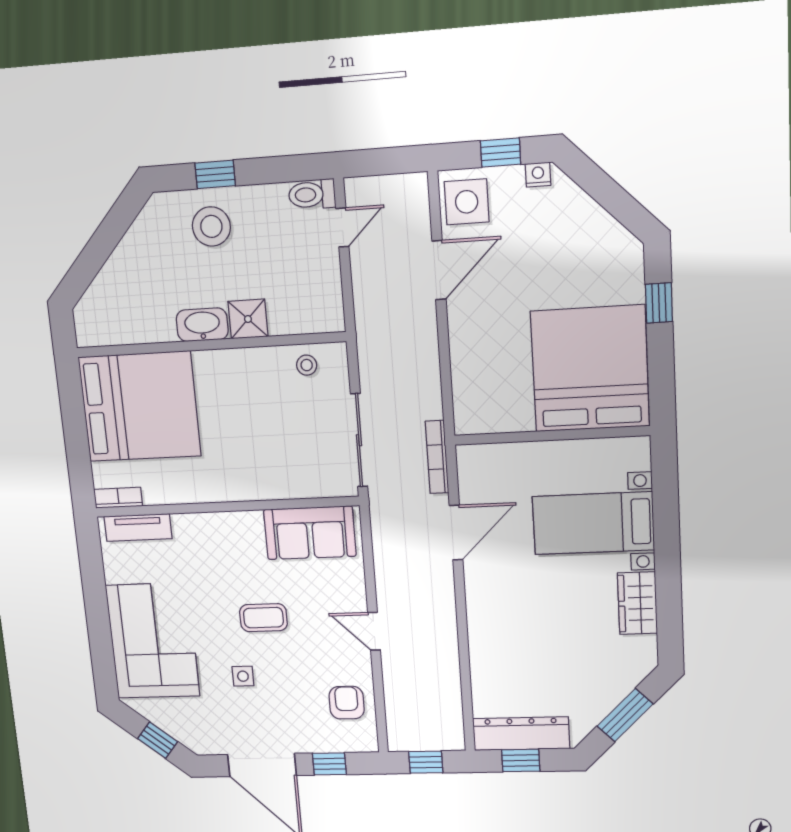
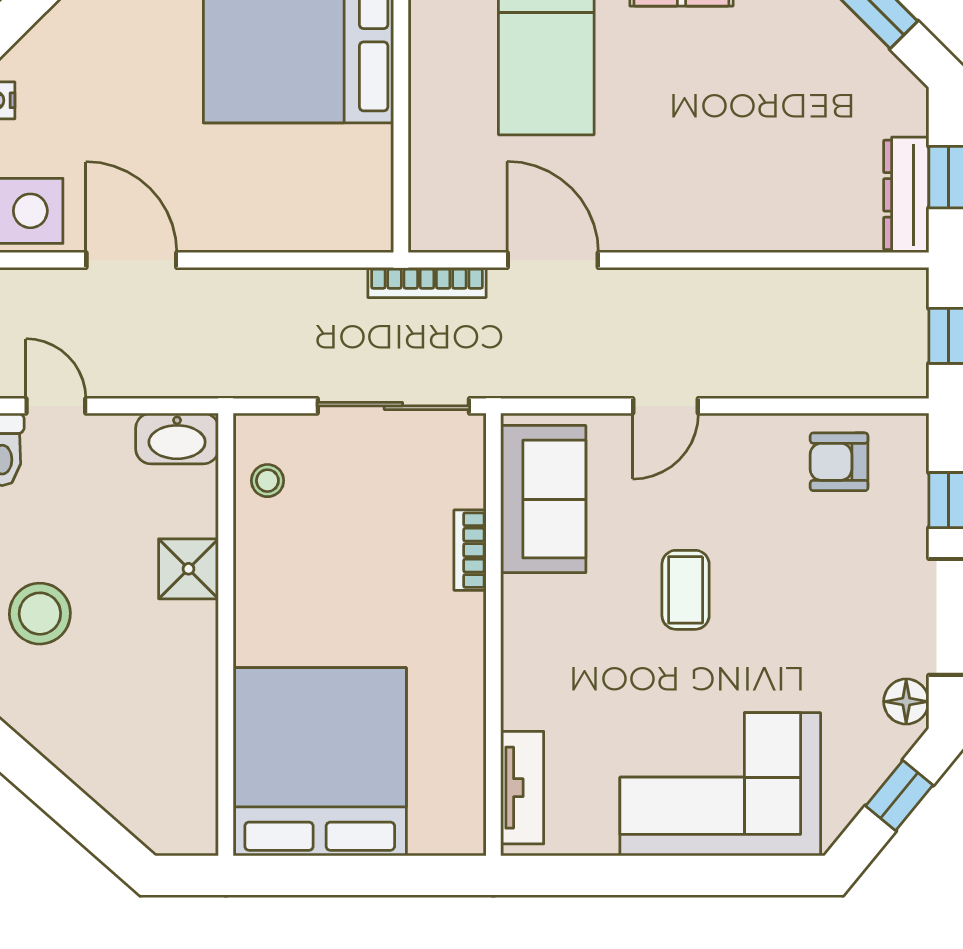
washbasin: (202, 325) -> (177, 439), moved, turned -90
bookcase: (118, 498) -> (470, 550), moved
door: (374, 631) -> (666, 406), moved
side table: (243, 676) -> (788, 635), removed
dresser: (521, 734) -> (906, 195), width x0.73, depth x0.80
floor lamp: (211, 743) -> (906, 702), added

